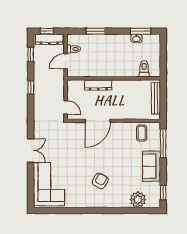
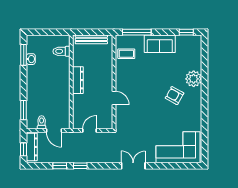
window: (96, 31) -> (24, 110), moved
window: (31, 54) -> (60, 166), moved
dresser: (98, 85) -> (78, 80), moved
door: (66, 107) -> (89, 130), moved
door: (98, 121) -> (114, 98), width x0.53
double door: (31, 150) -> (133, 166), moved
plant: (138, 200) -> (194, 79), moved

